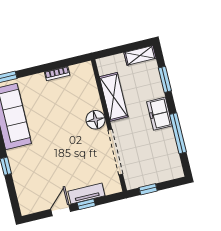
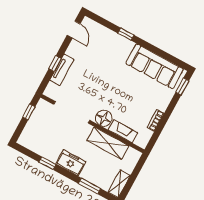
fireplace: (92, 93) -> (123, 131), added
window: (178, 133) -> (47, 163), width x0.46
door: (61, 210) -> (74, 30), moved

